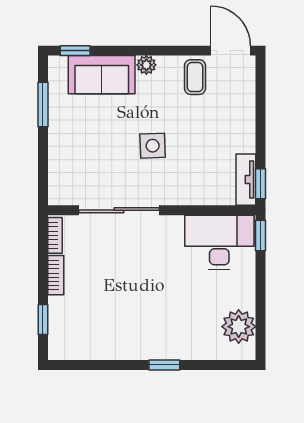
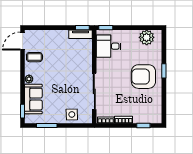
side table: (153, 146) -> (72, 114), moved
desk: (219, 242) -> (109, 46), width x0.73
armchair: (152, 319) -> (143, 77), added

